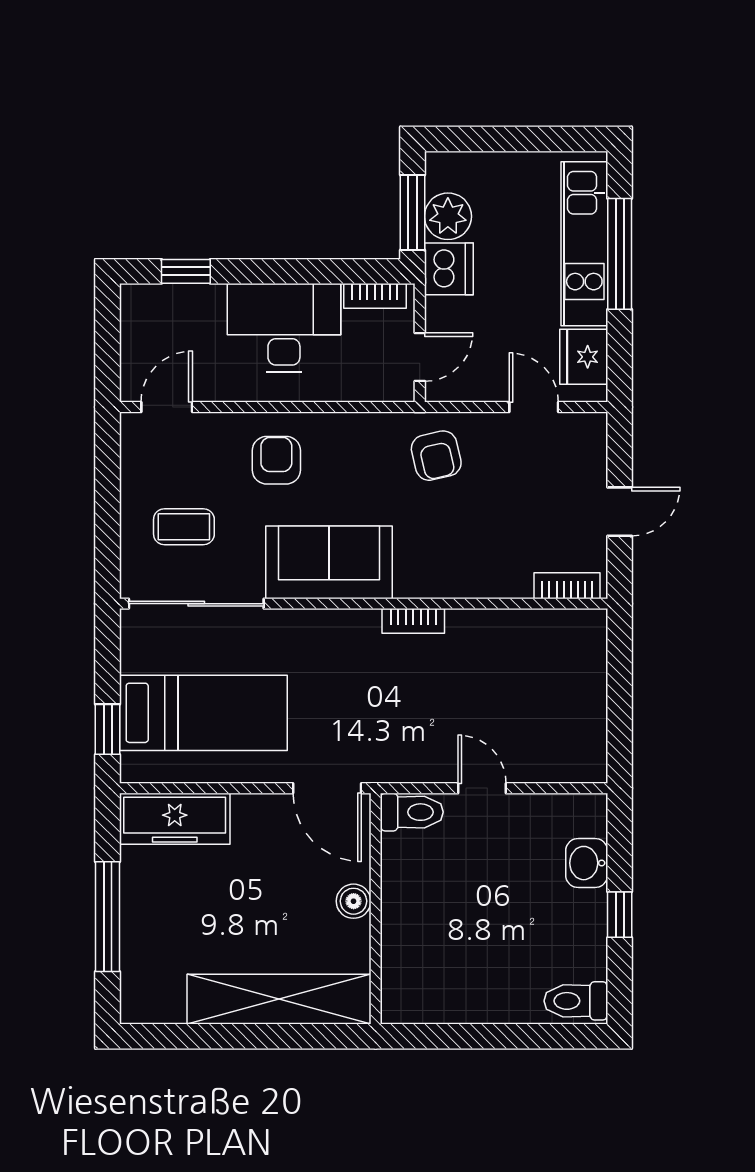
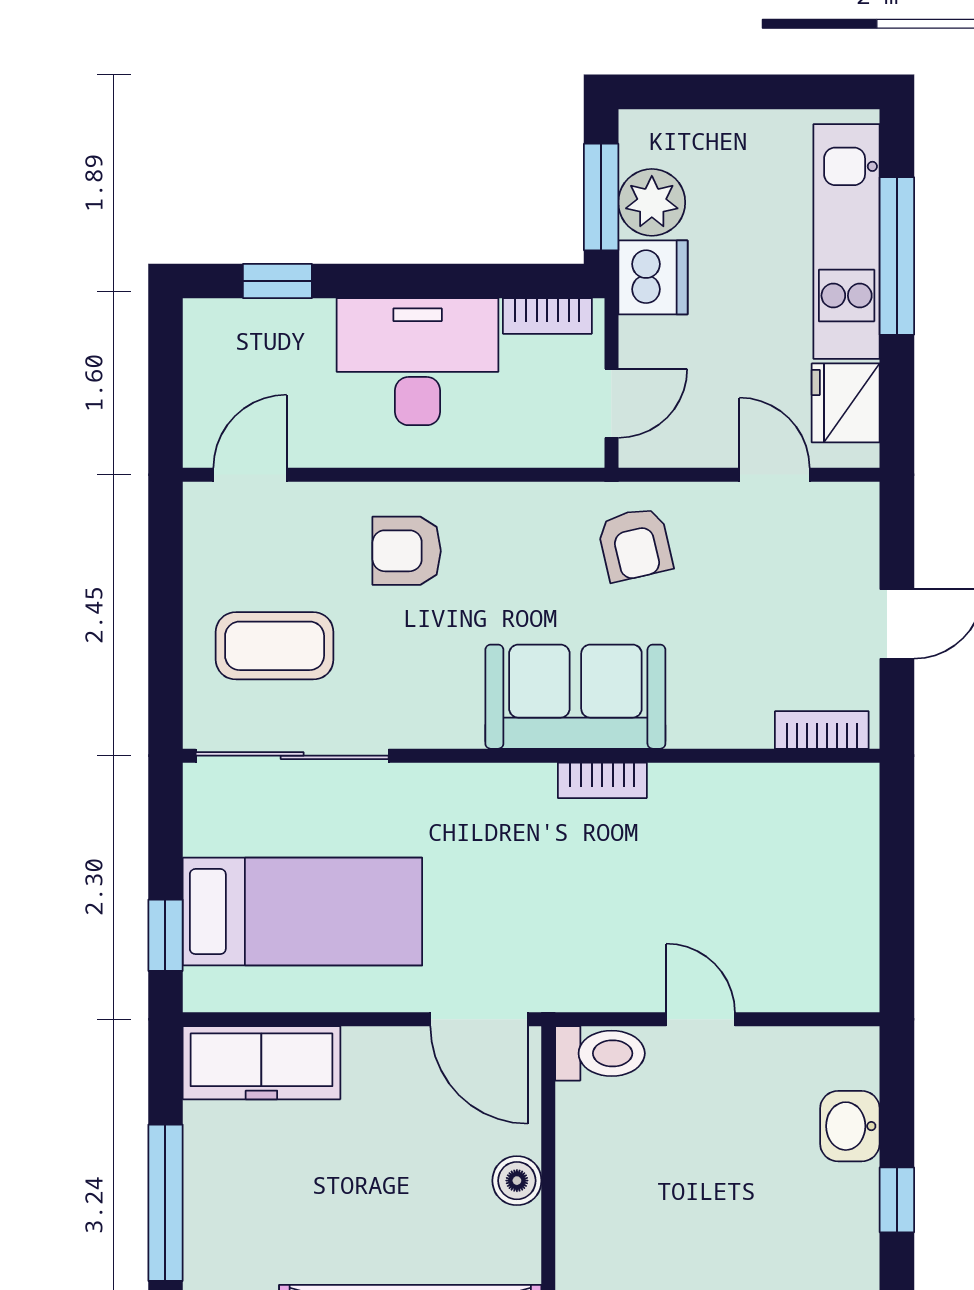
armchair: (276, 460) -> (407, 551), turned -90
coffee table: (184, 527) -> (275, 646), width x1.36, depth x1.30
sofa: (329, 562) -> (575, 697), moved

